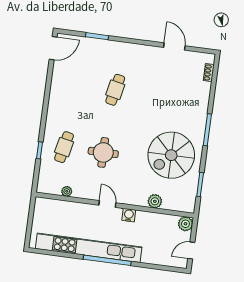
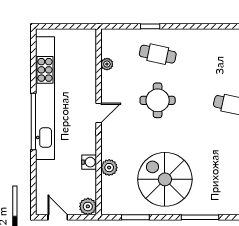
water cooler: (129, 215) -> (89, 162), moved

